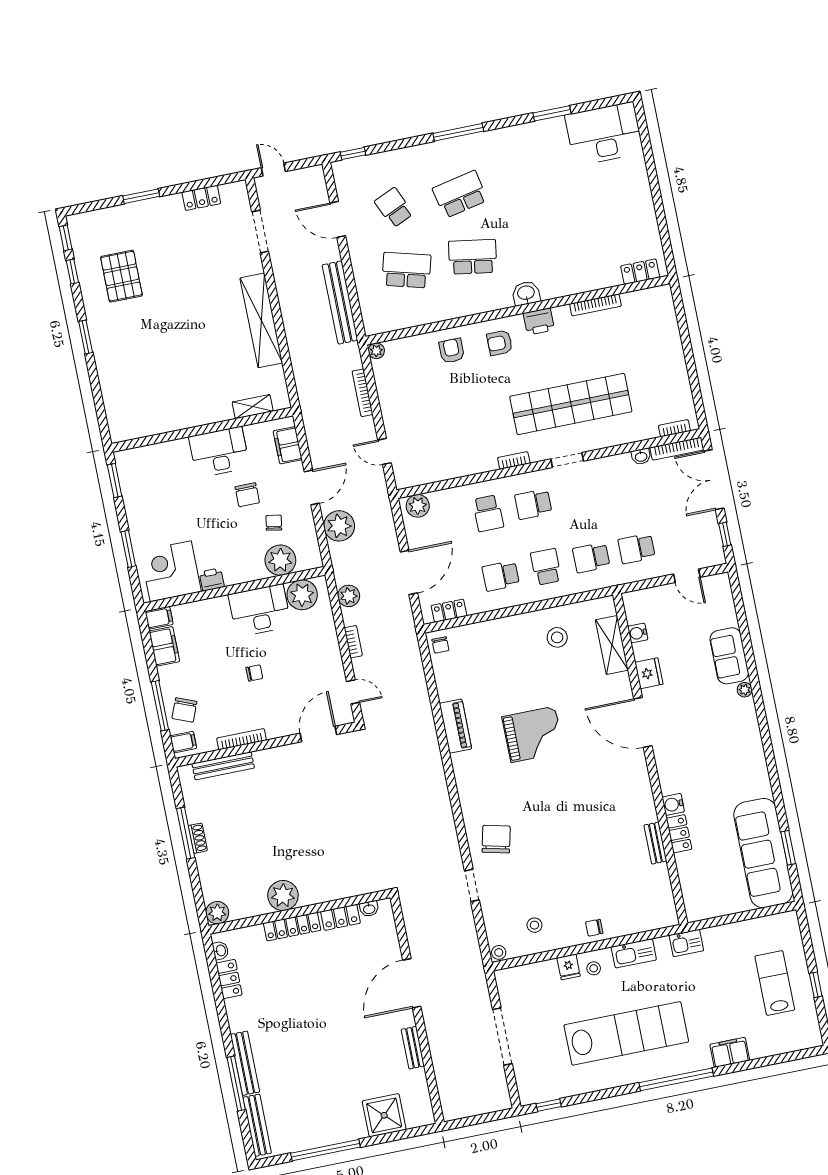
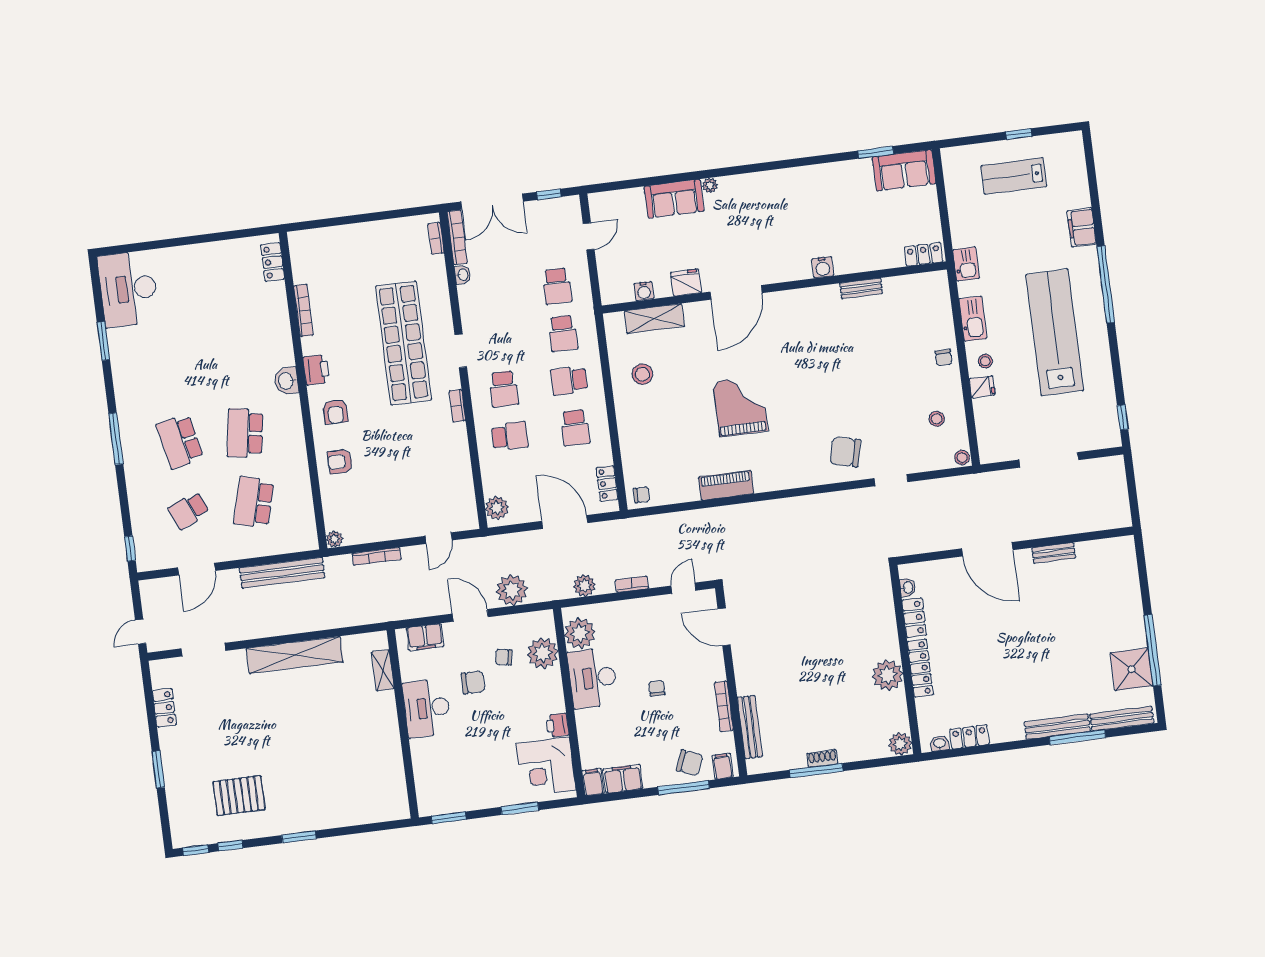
locker: (679, 834) -> (924, 254), moved
sofa: (763, 853) -> (904, 170), width x0.54, depth x0.79
shower: (384, 1115) -> (1131, 669), moved

